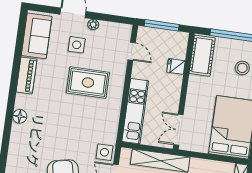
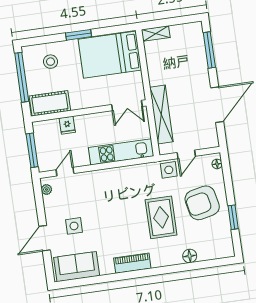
plant: (93, 25) -> (46, 189), moved
piano: (26, 75) -> (132, 263), moved
rug: (88, 83) -> (161, 217), moved
floor lamp: (20, 116) -> (190, 256), moved

